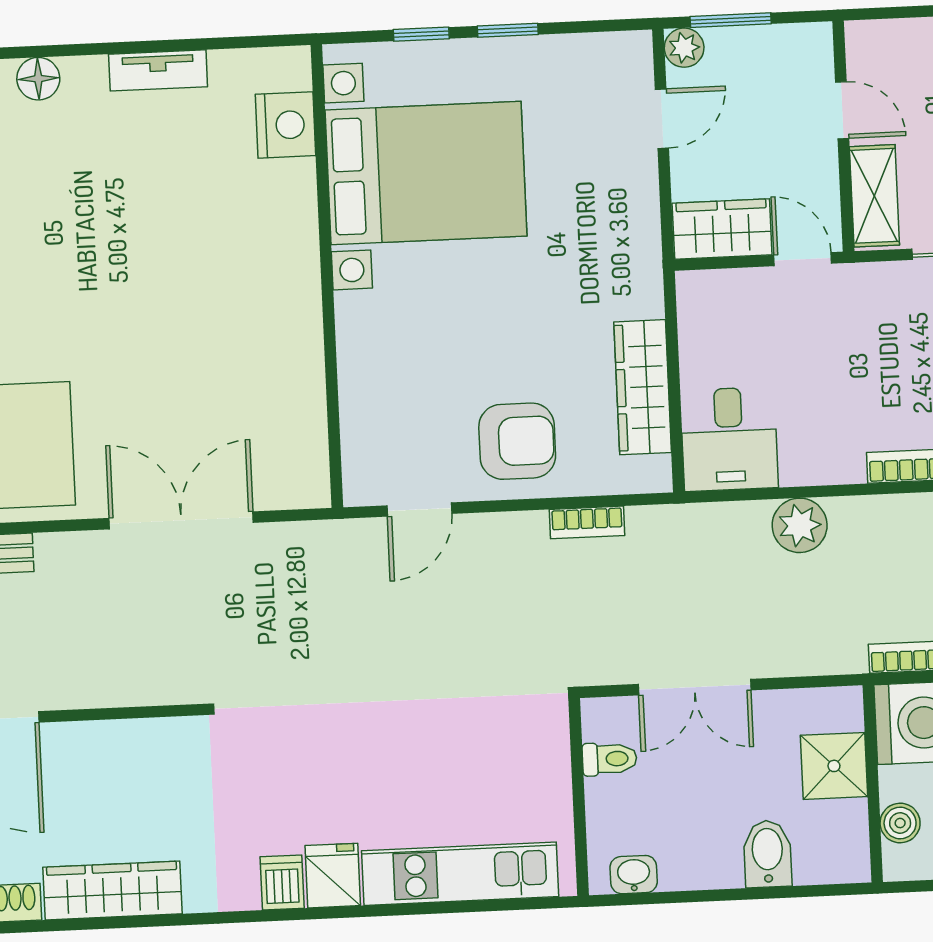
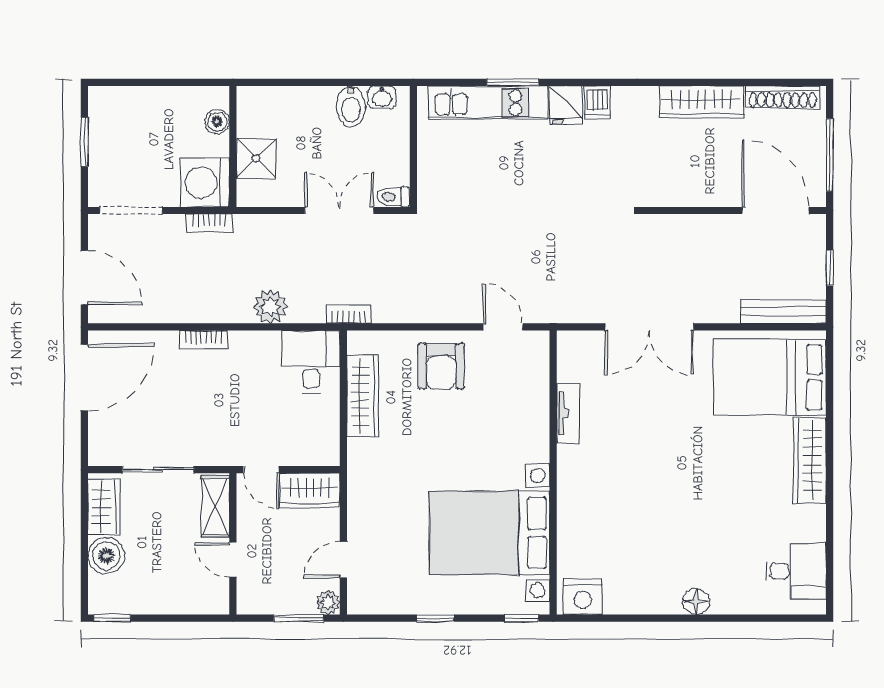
window: (421, 34) -> (521, 618), moved
tv unit: (158, 70) -> (568, 413), moved, turned 90
floor lamp: (38, 79) -> (696, 601), moved
nightstand: (285, 125) -> (583, 597), moved, turned -90
armchair: (517, 441) -> (441, 366), turned -90
door: (419, 510) -> (503, 327), hinge flipped
bookcase: (587, 522) -> (349, 314), moved
toilet: (610, 759) -> (393, 197), moved
bidet: (767, 854) -> (351, 106), moved
window: (421, 909) -> (513, 82), added

